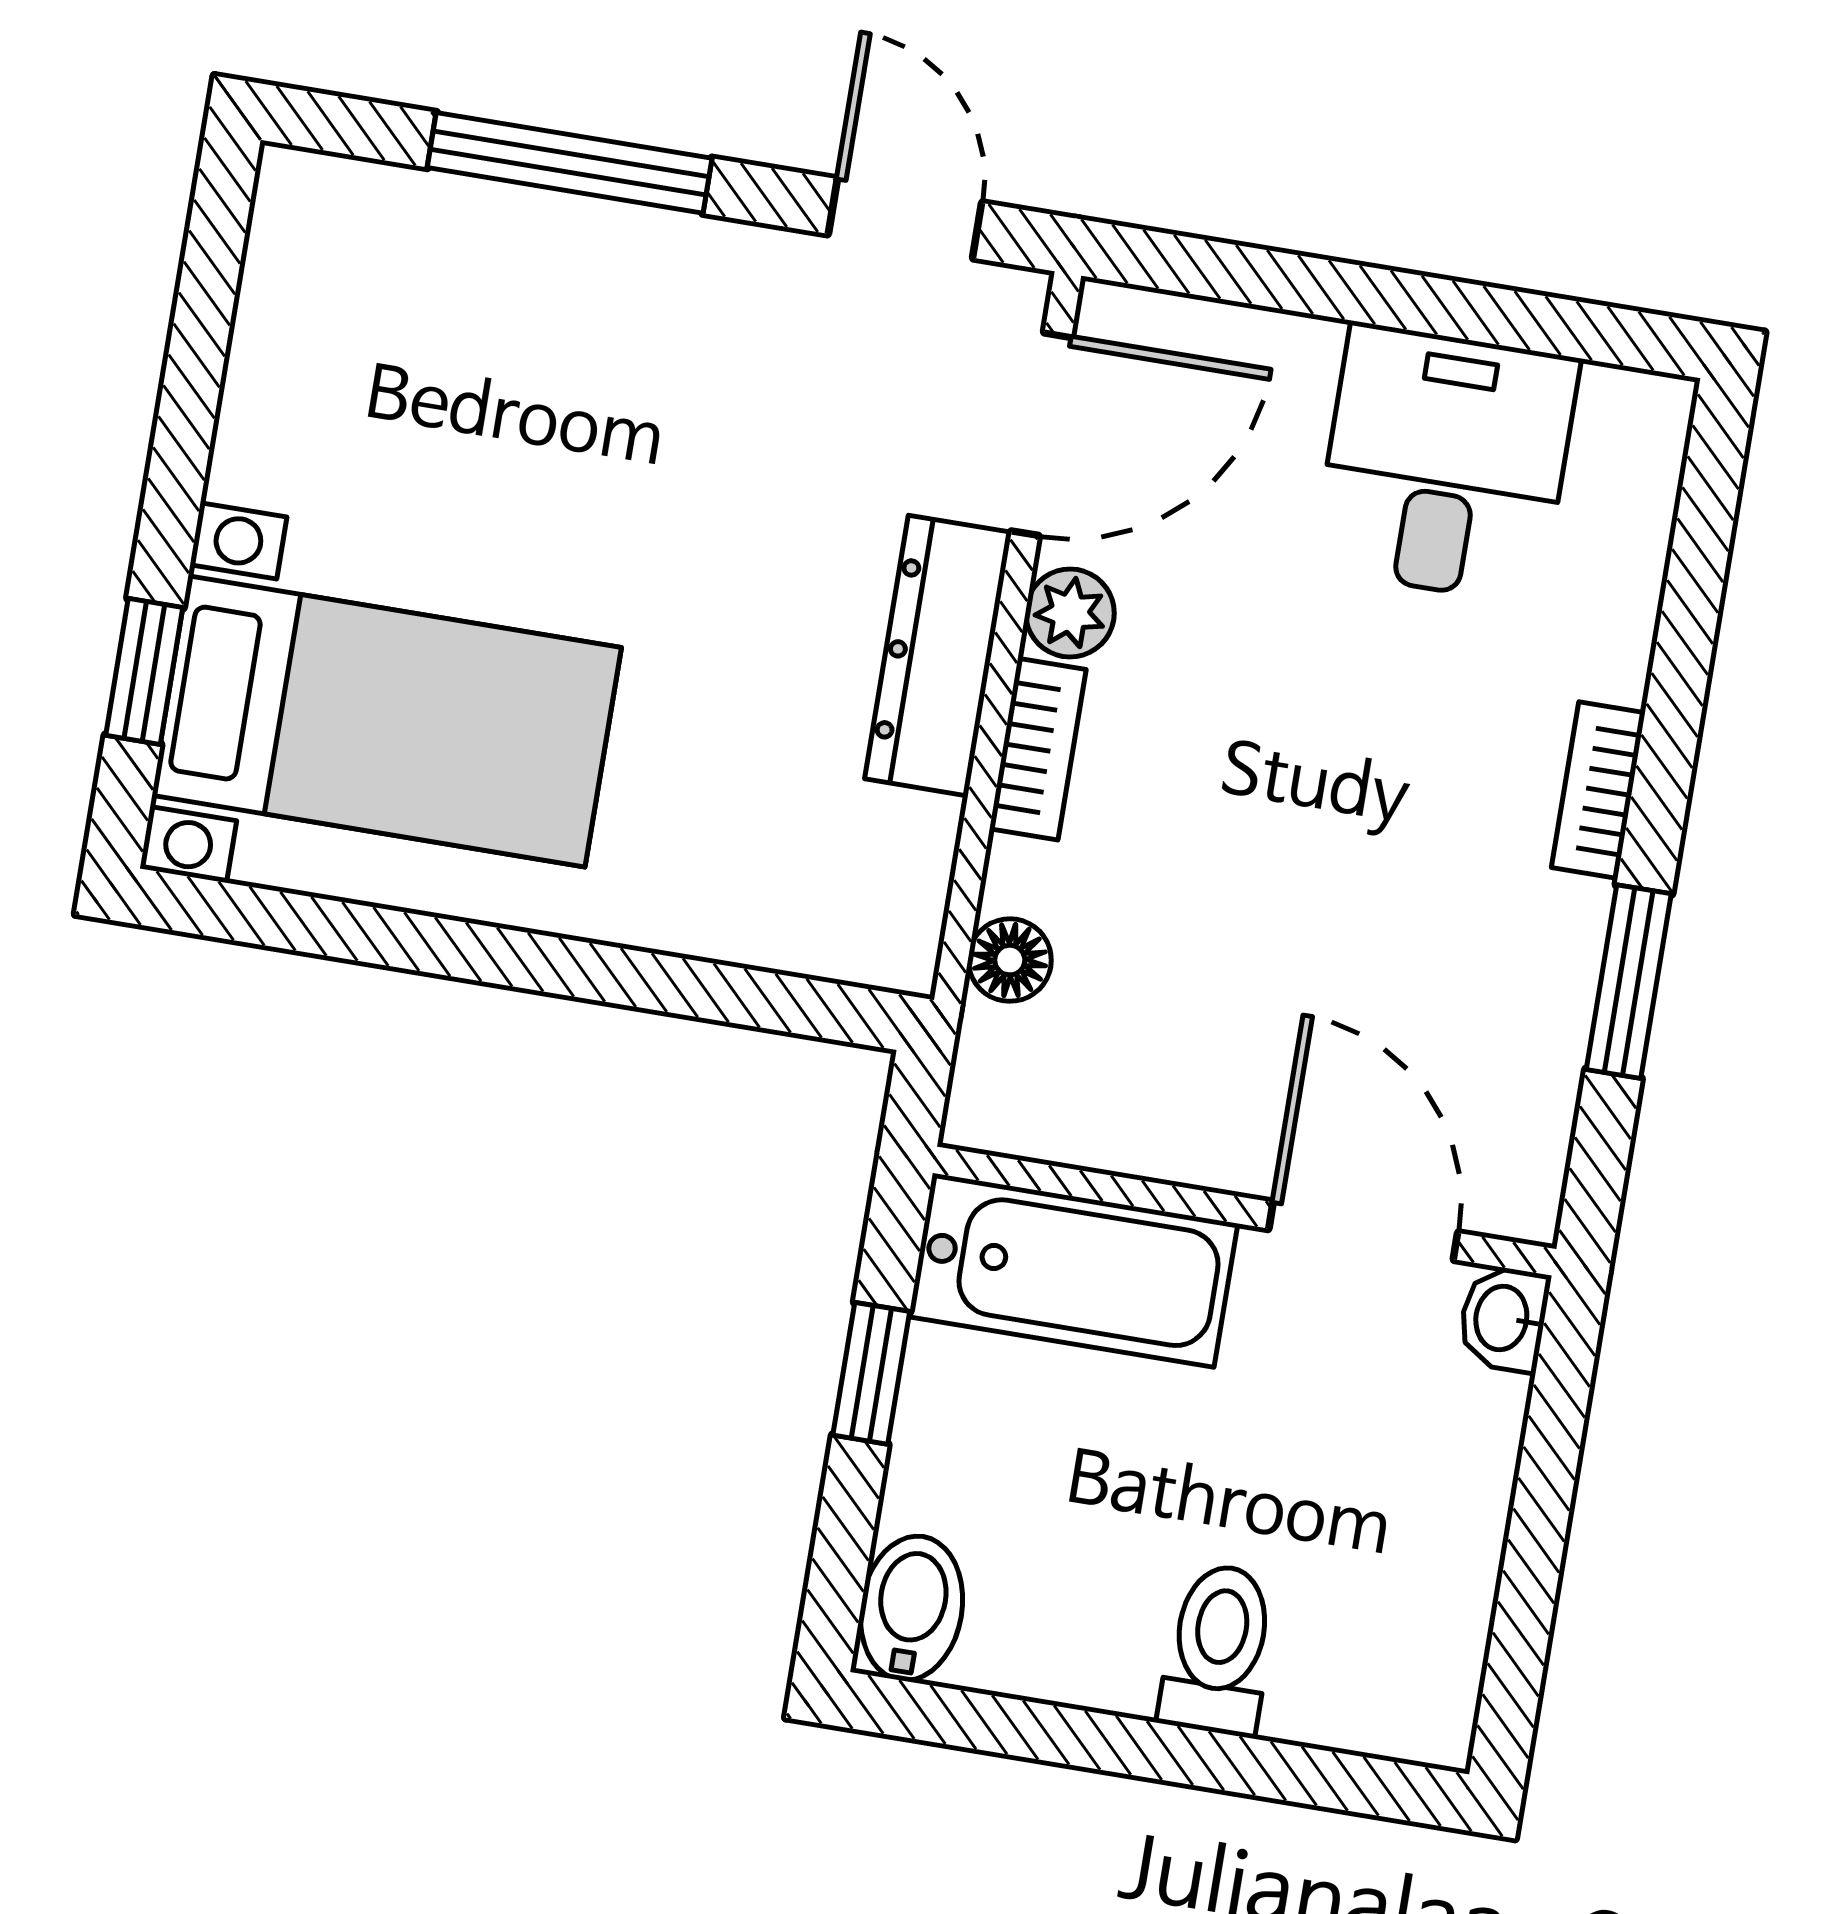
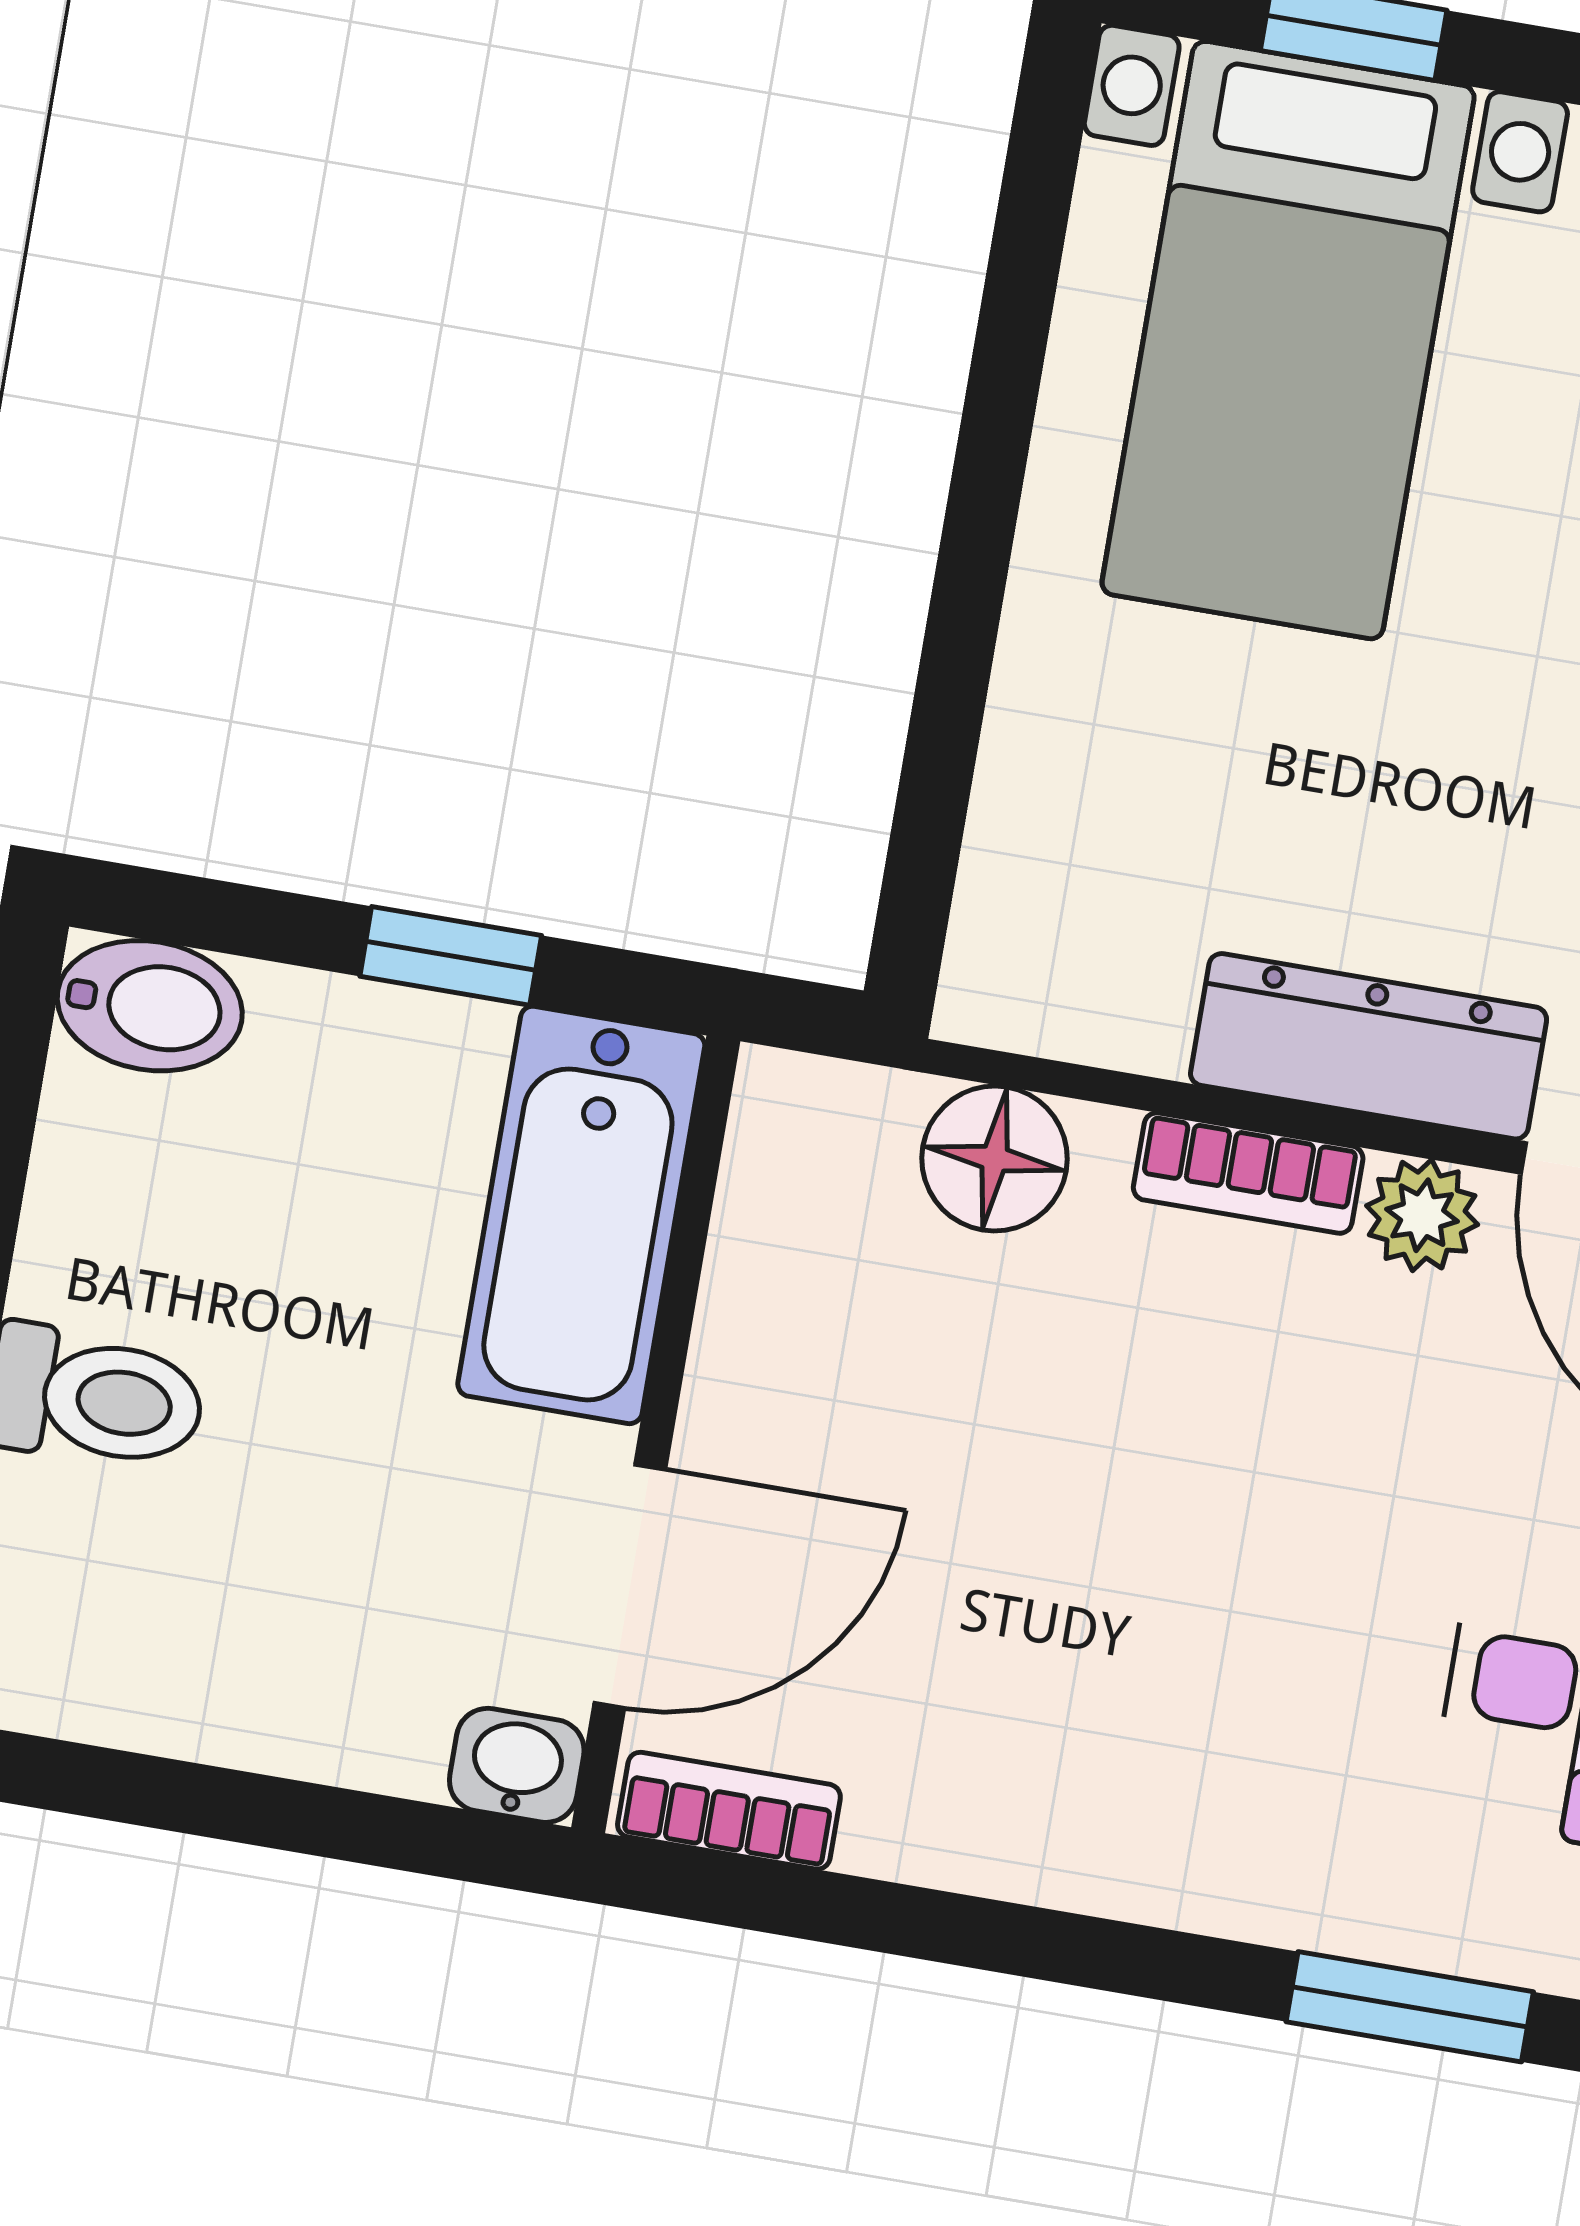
bookcase: (1598, 790) -> (729, 1811), moved
floor lamp: (1010, 960) -> (995, 1159), width x1.37, depth x1.37
window: (1629, 982) -> (1410, 2007), moved

